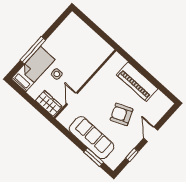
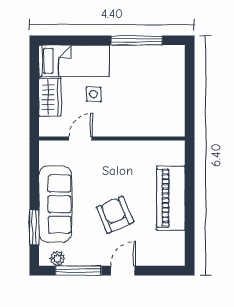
window: (33, 50) -> (137, 40), moved
wardrobe: (49, 103) -> (50, 97), moved
window: (132, 155) -> (78, 271), width x2.17
plant: (118, 159) -> (57, 258), added

